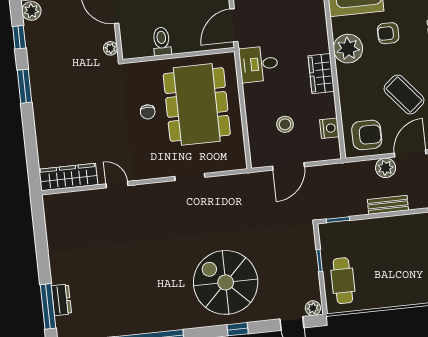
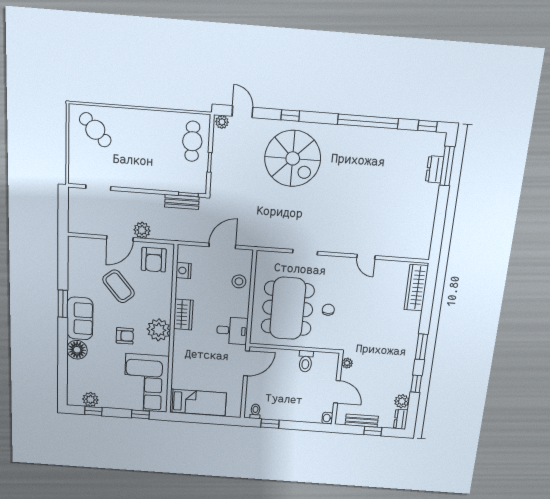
stool: (285, 124) -> (239, 281), moved
armchair: (367, 135) -> (154, 260), turned -90
wardrobe: (68, 177) -> (416, 288), moved, turned 90
bench: (388, 205) -> (182, 202), moved

